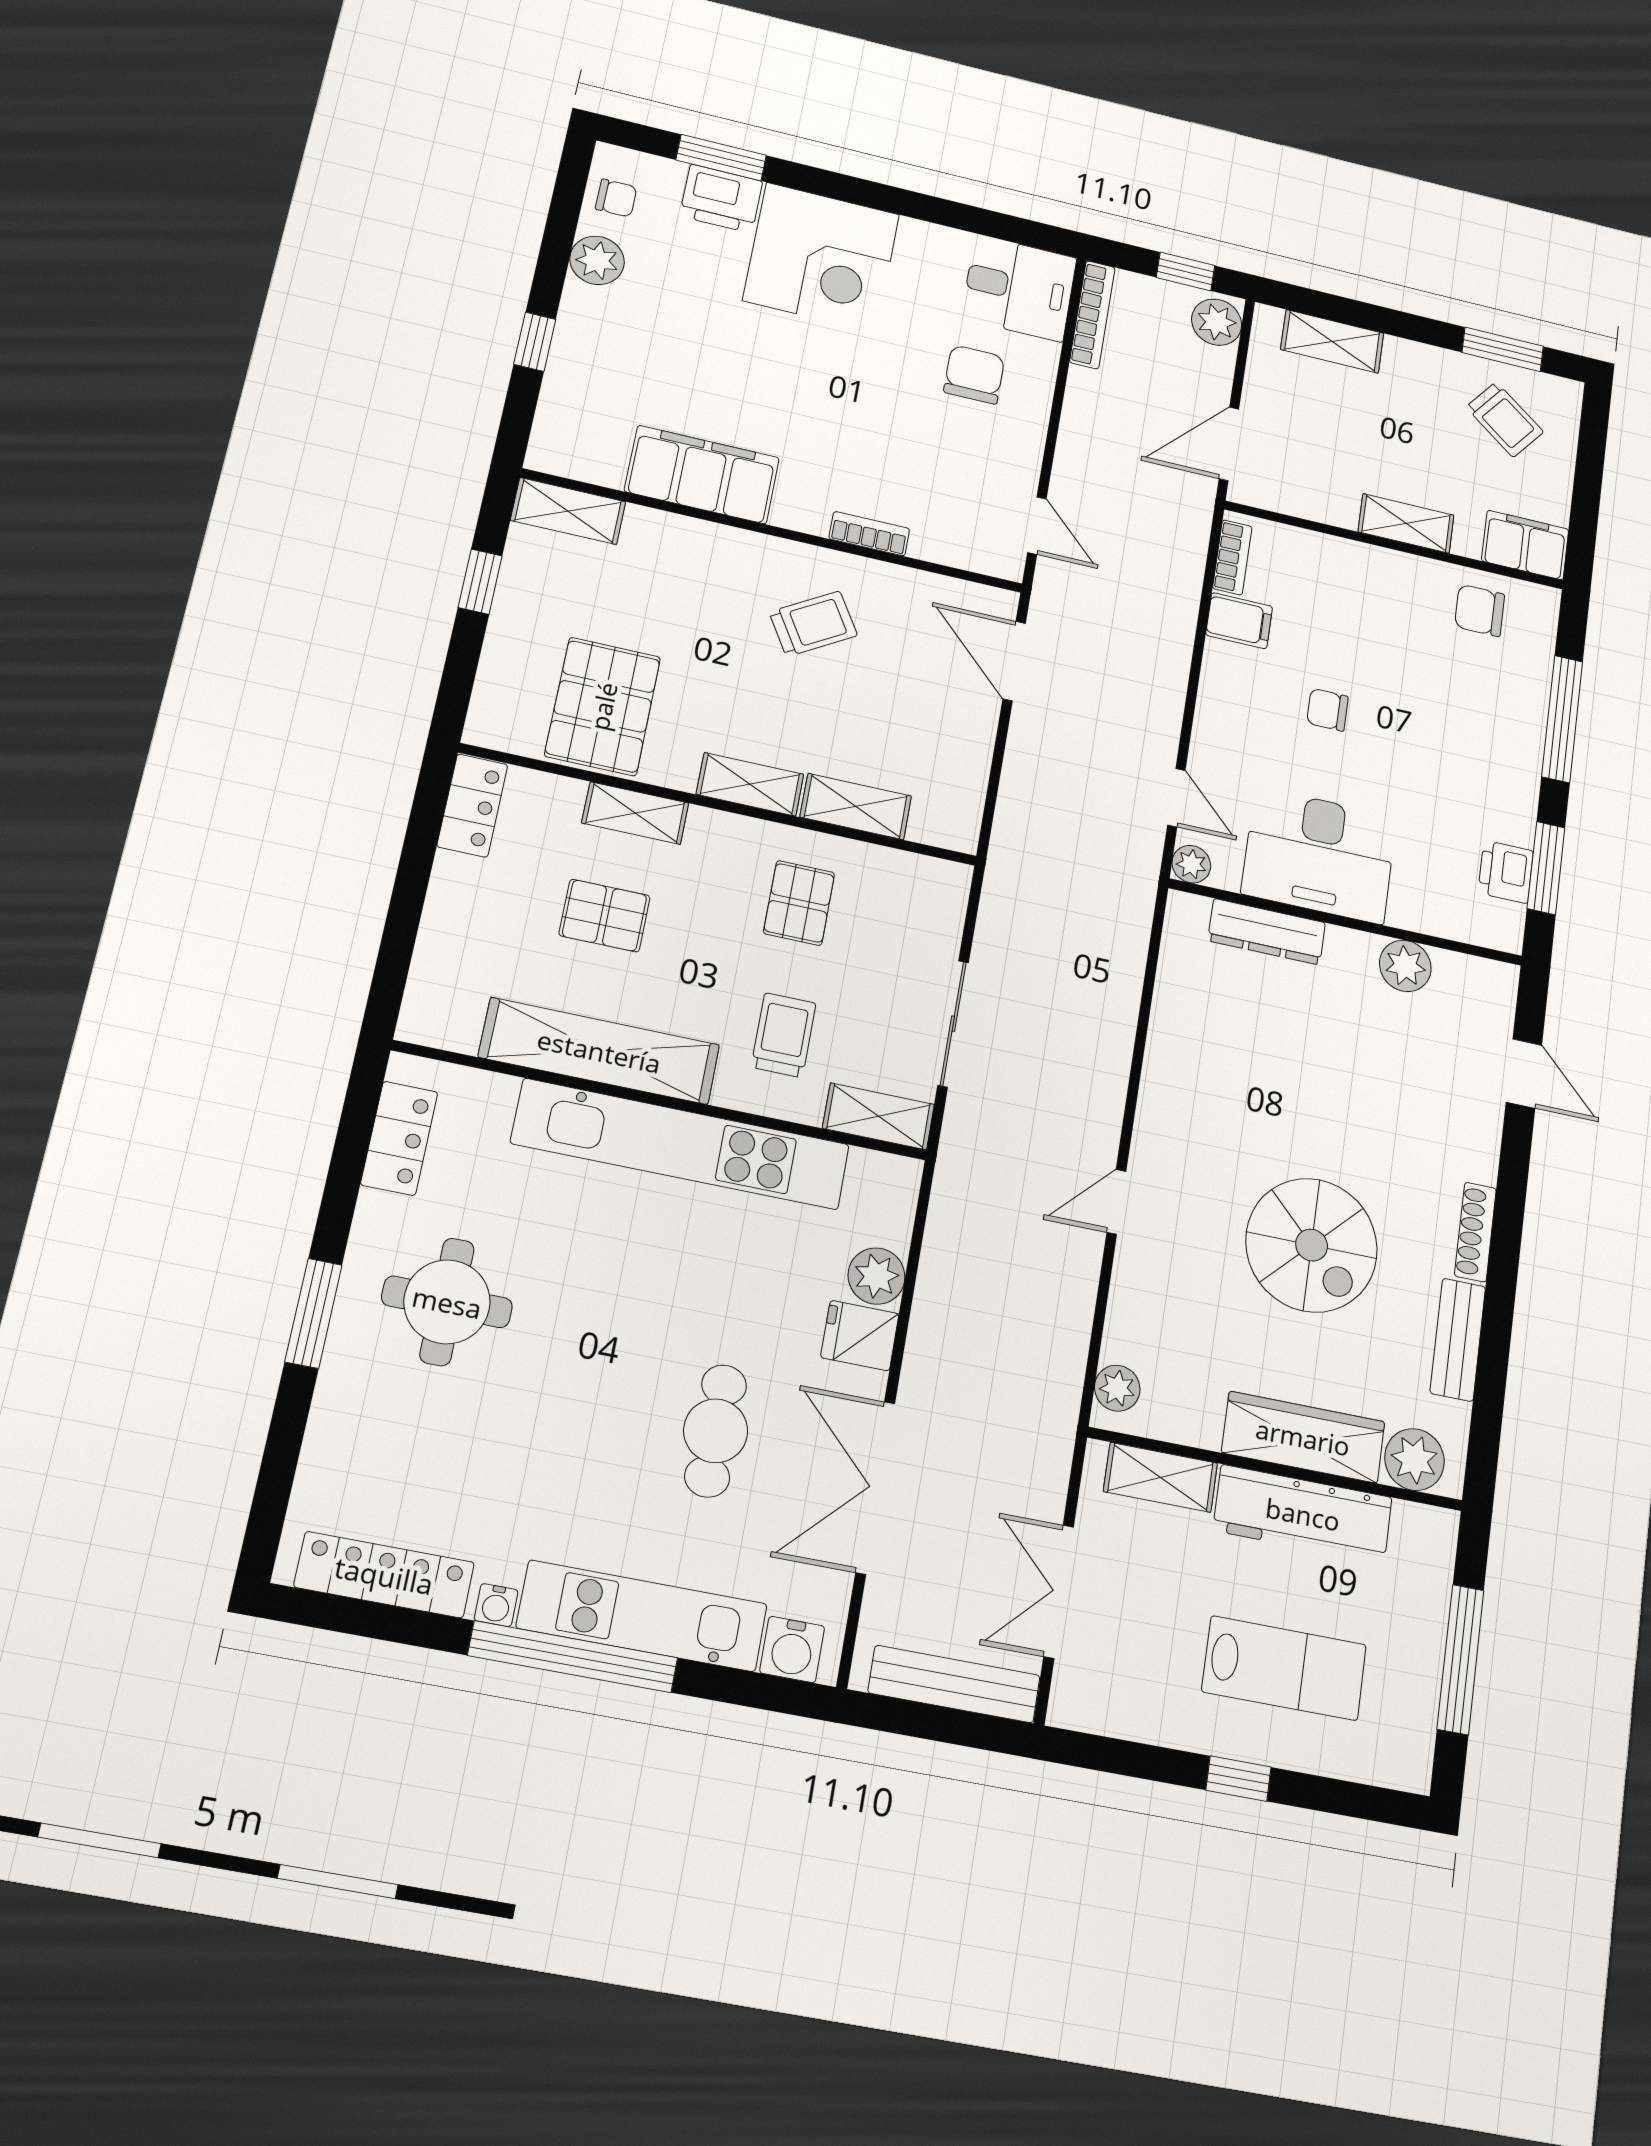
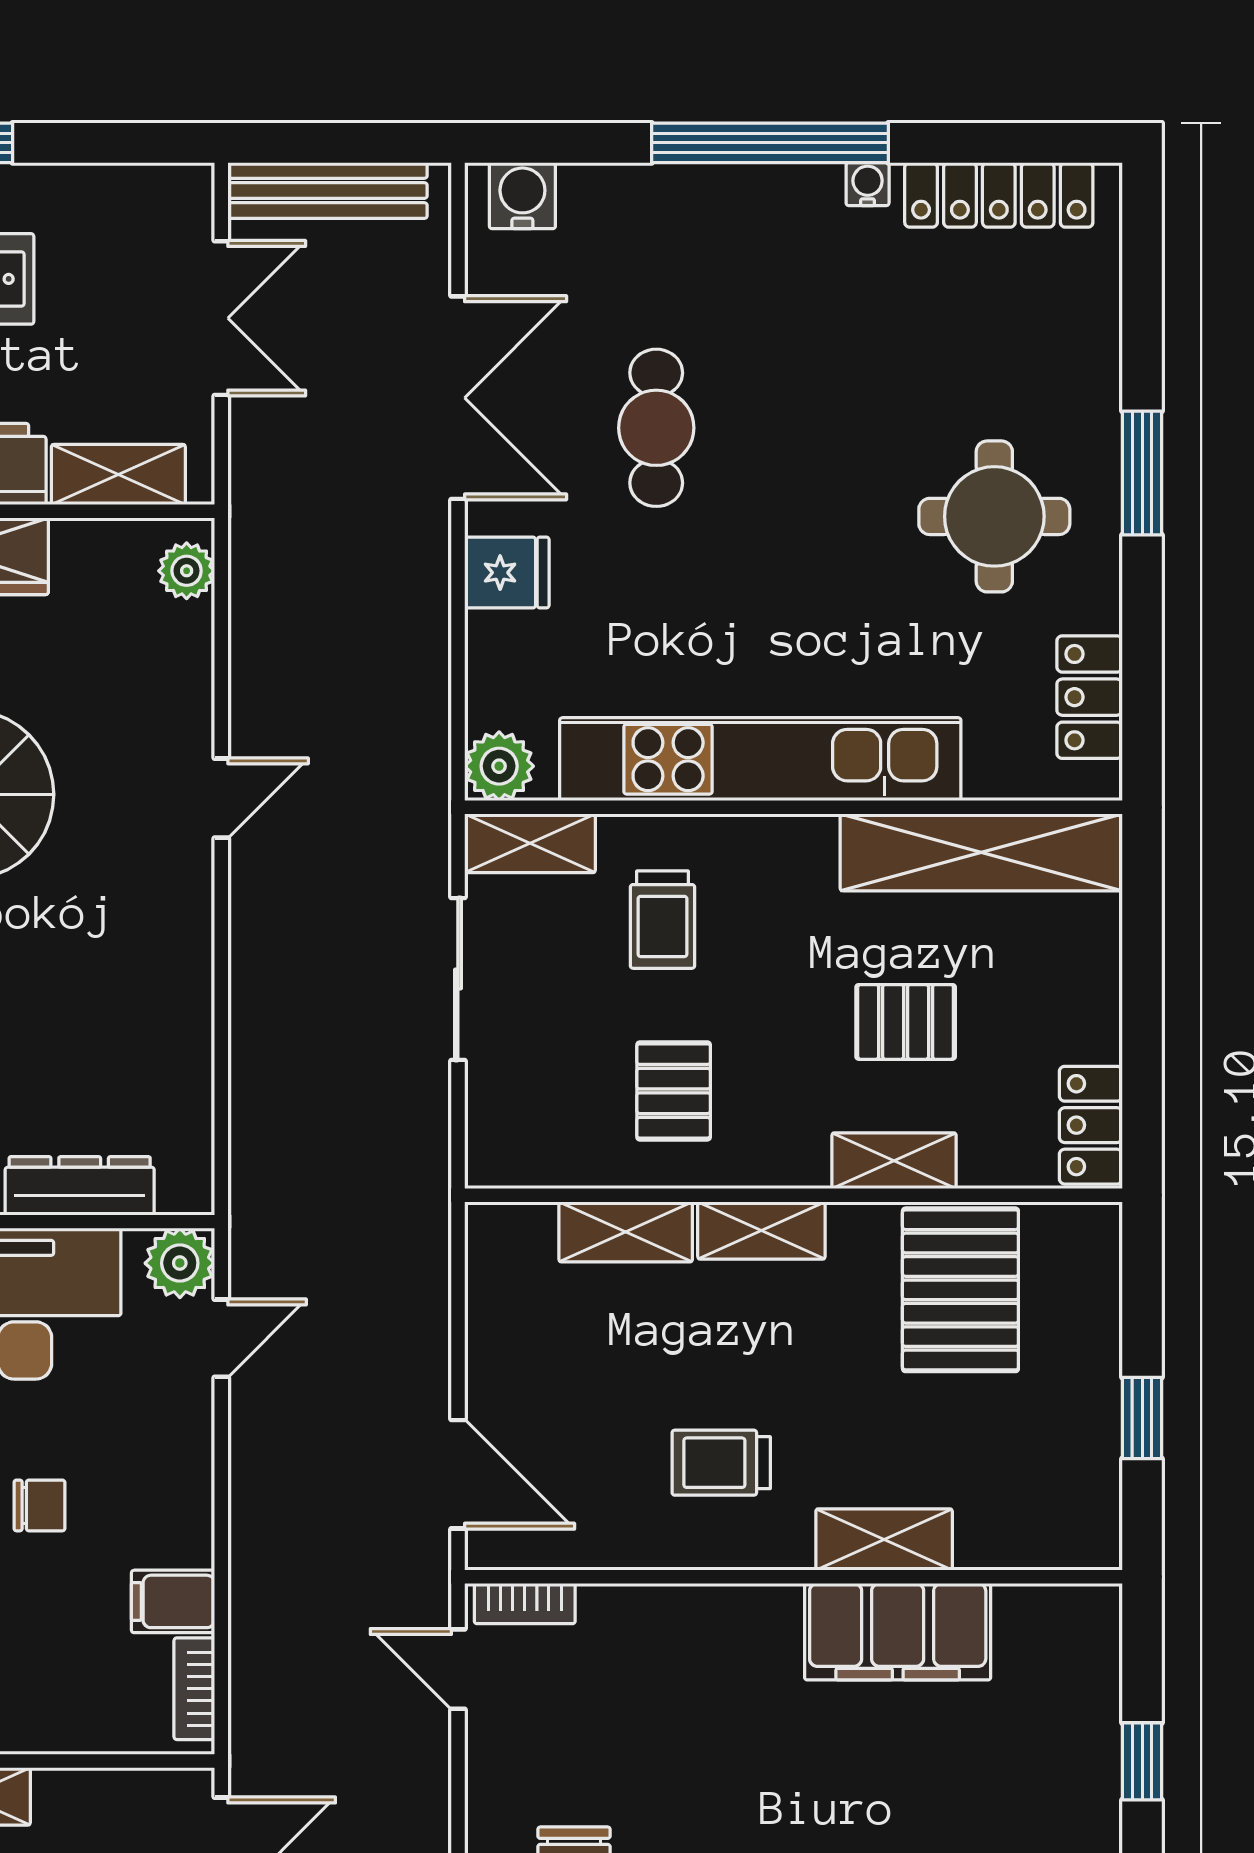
shelving: (568, 511) -> (884, 1539), moved
bookcase: (869, 534) -> (525, 1604), moved
trolley: (813, 624) -> (721, 1463), turned 31
door: (1176, 798) -> (221, 1338), swing flipped
plant: (1191, 864) -> (180, 1263), width x1.38, depth x1.38
shelving: (599, 1051) -> (981, 852), moved
plant: (877, 1276) -> (499, 766), moved
kitchen unit: (642, 1616) -> (701, 202), removed

